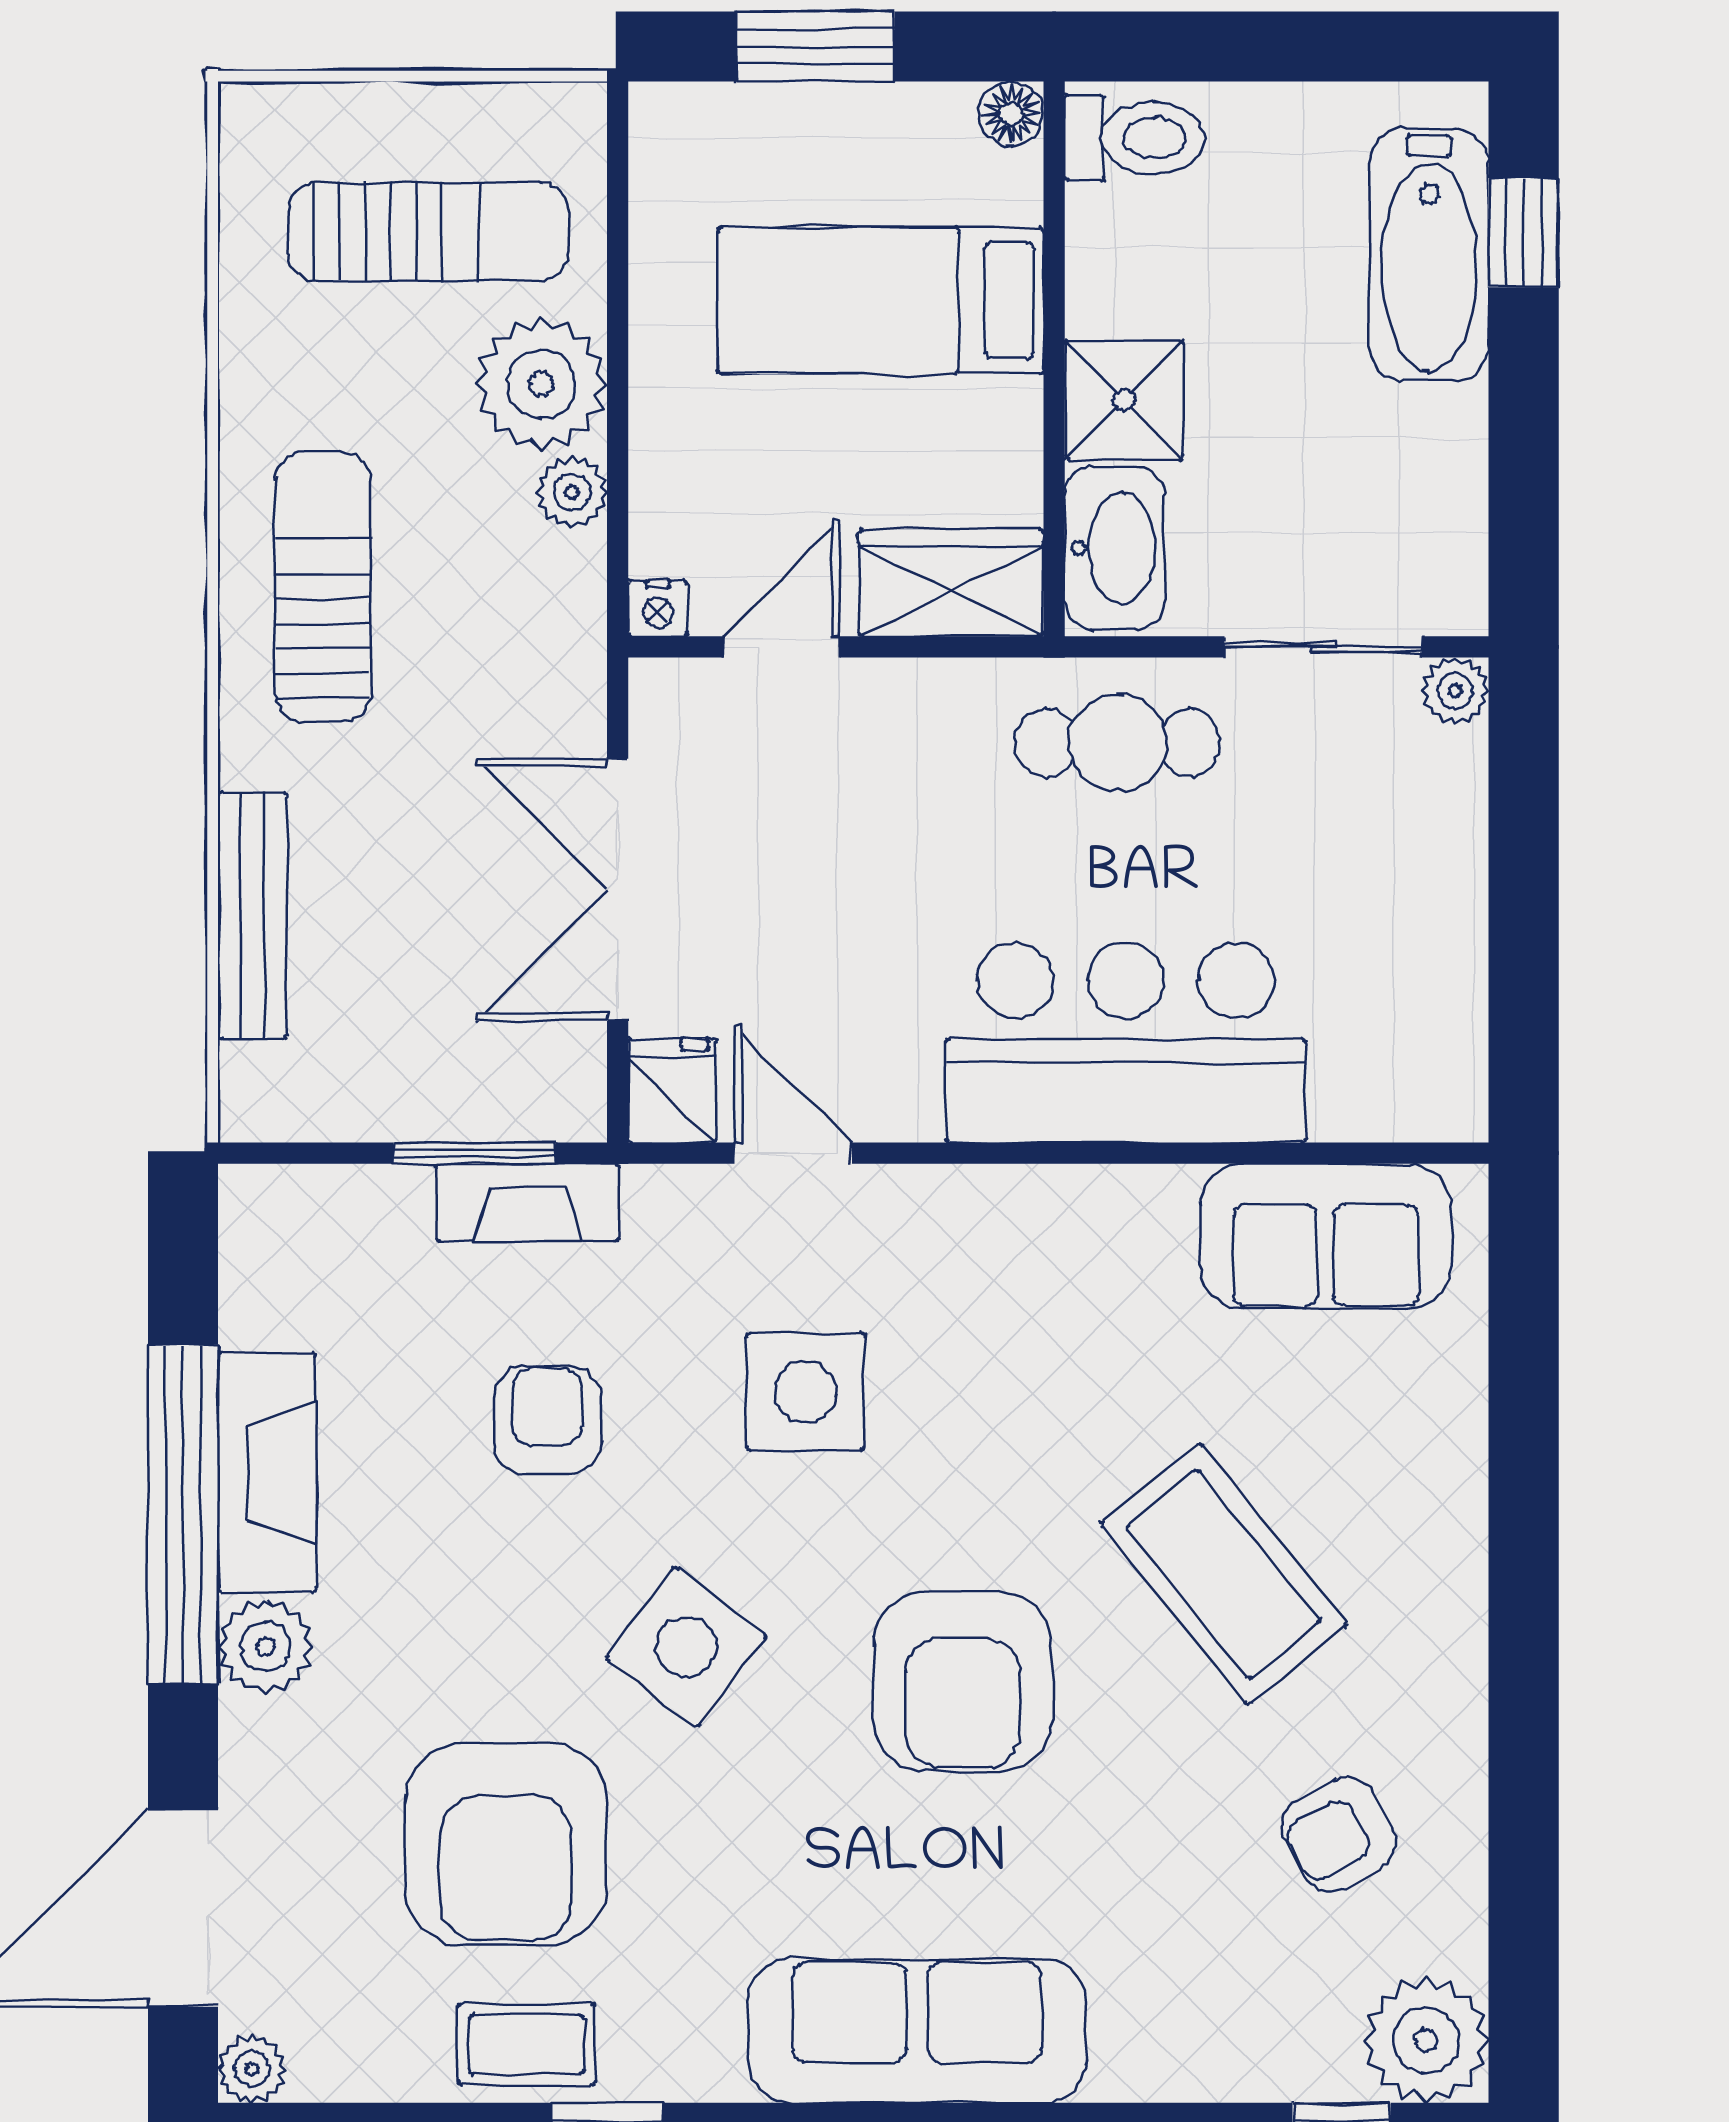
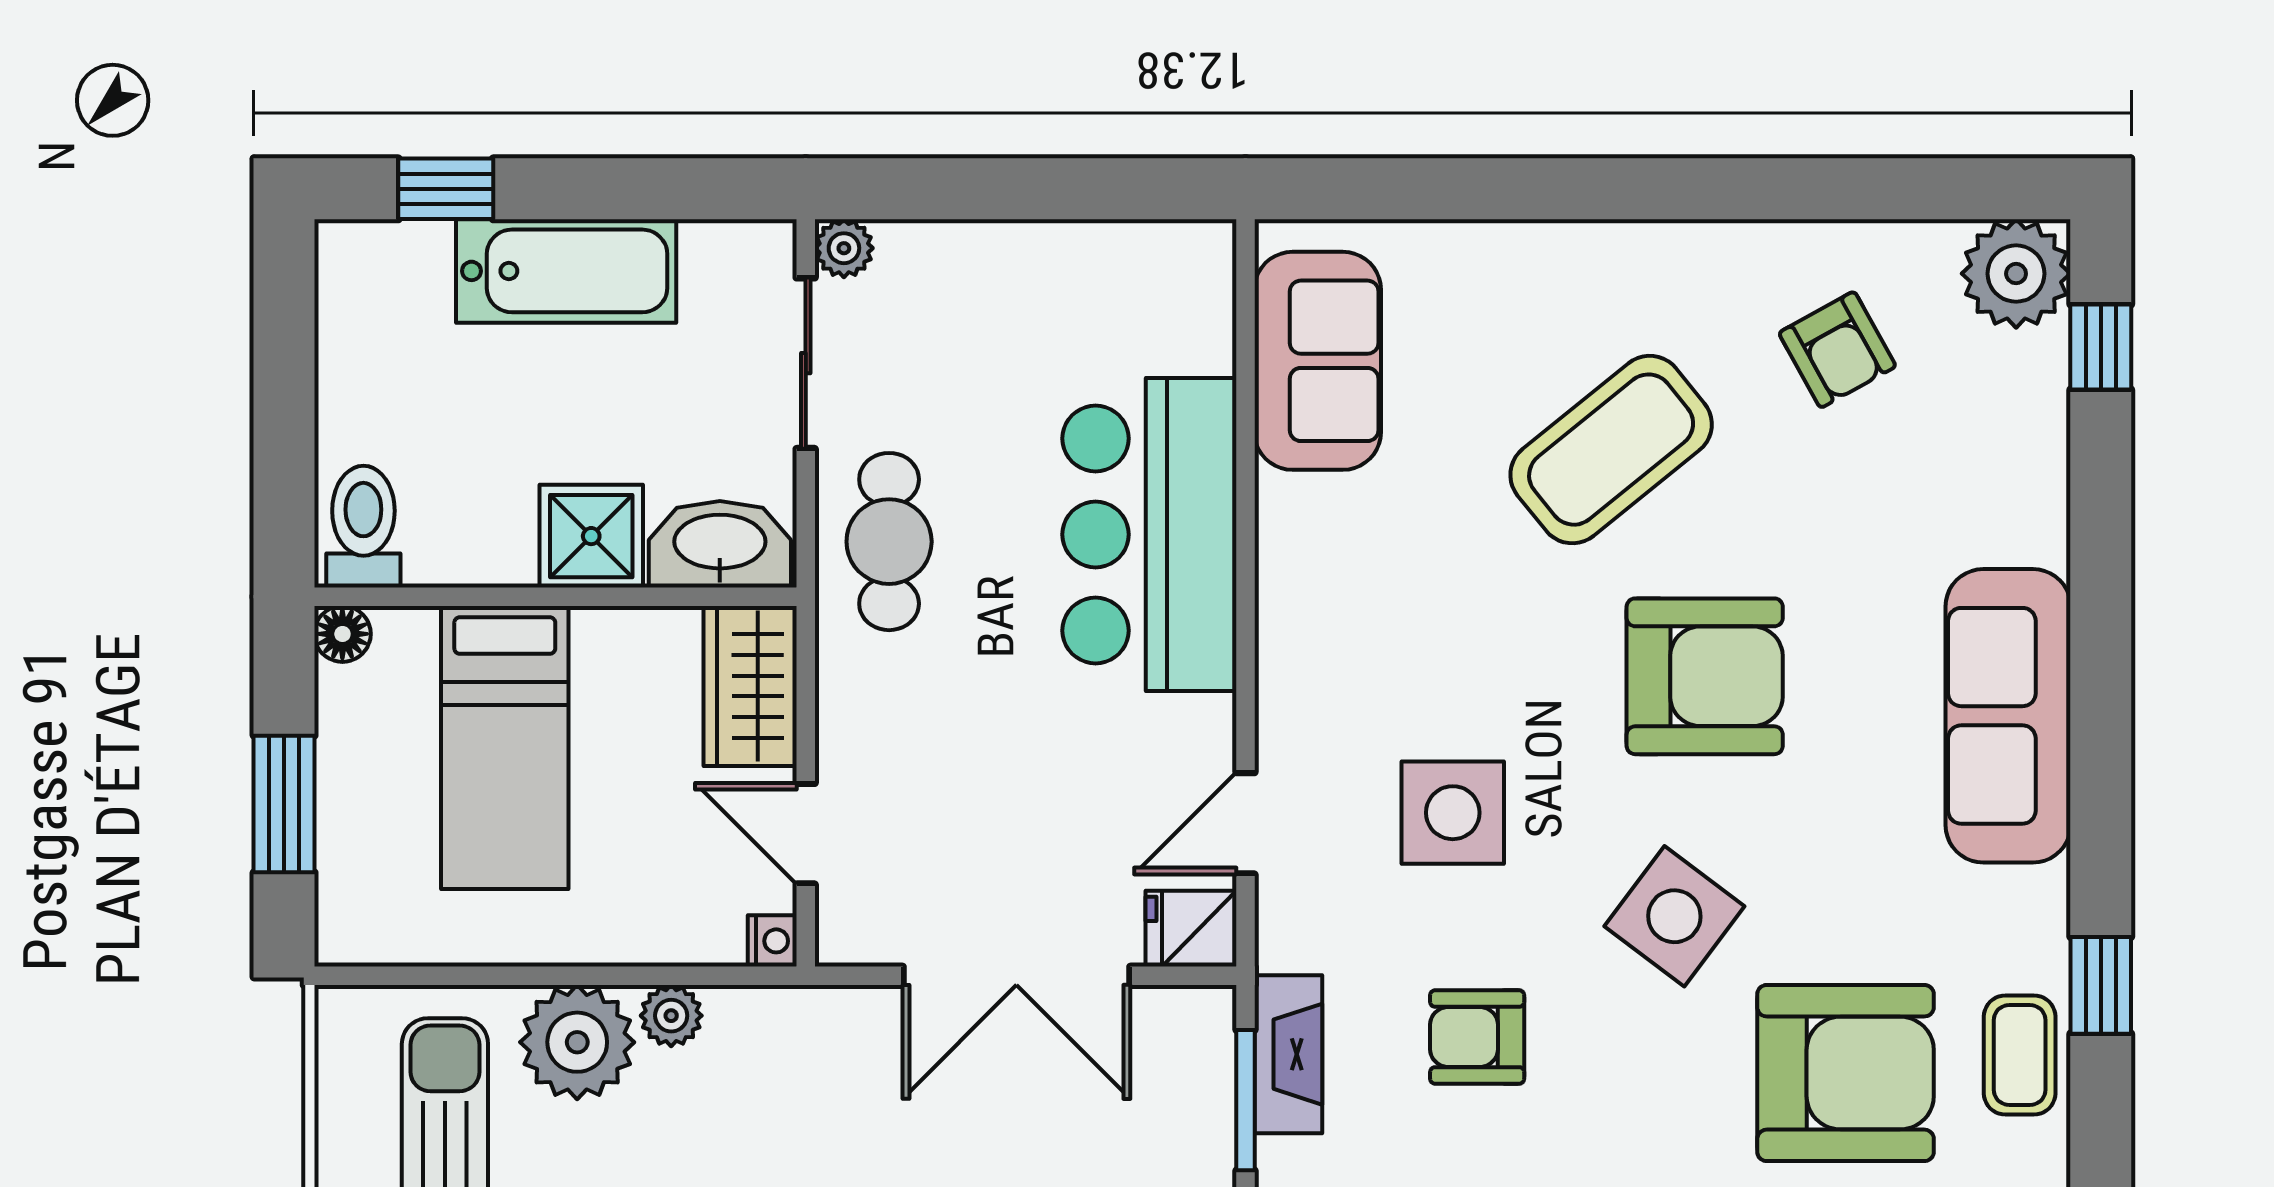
bathtub: (1429, 255) -> (566, 271), moved

